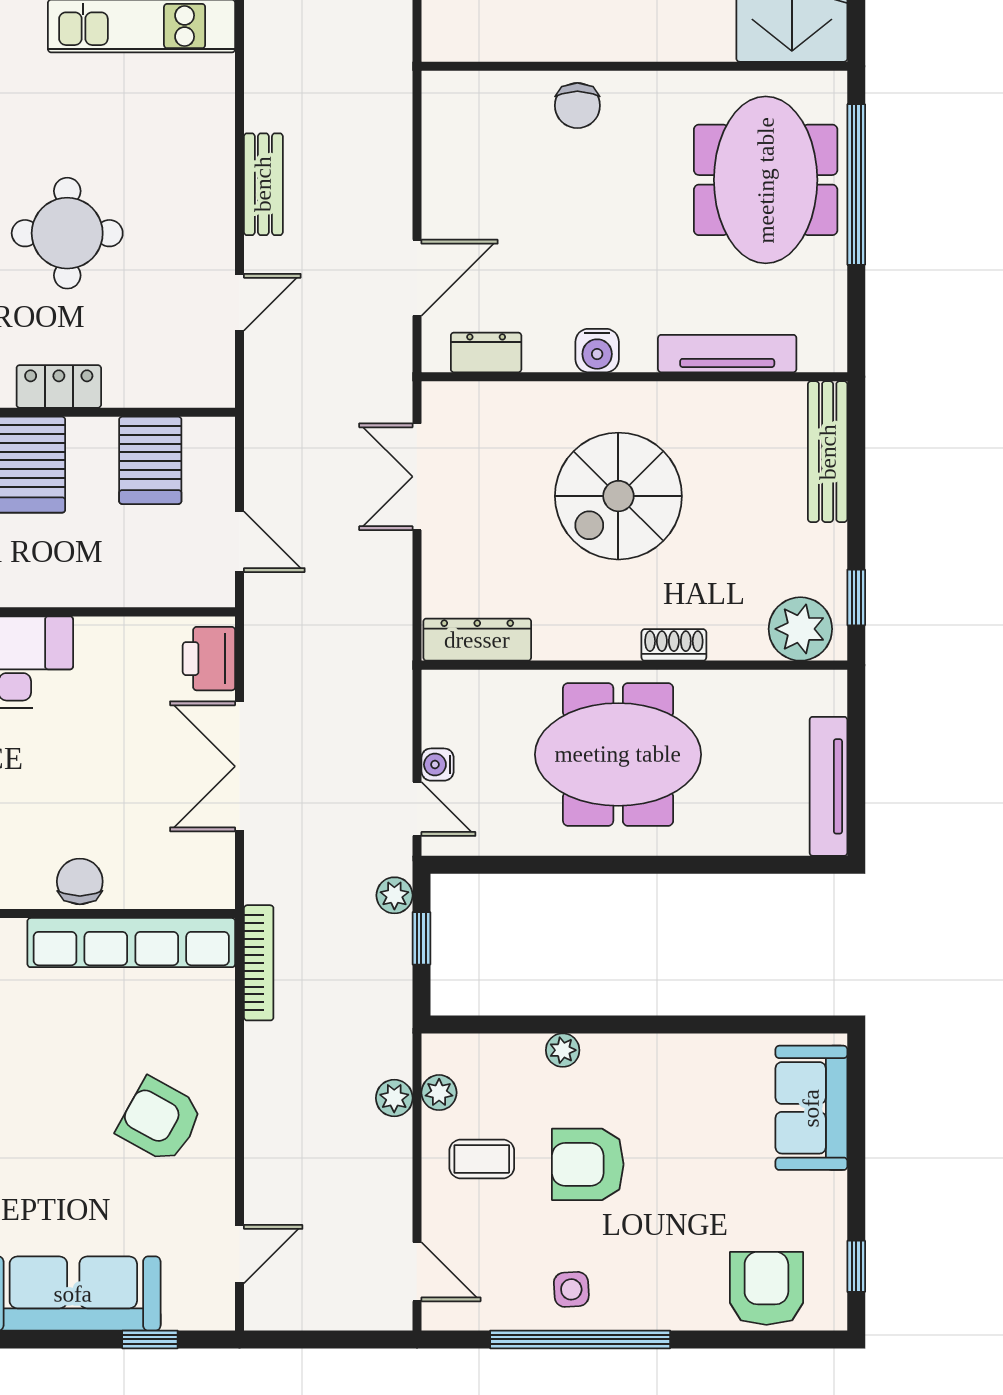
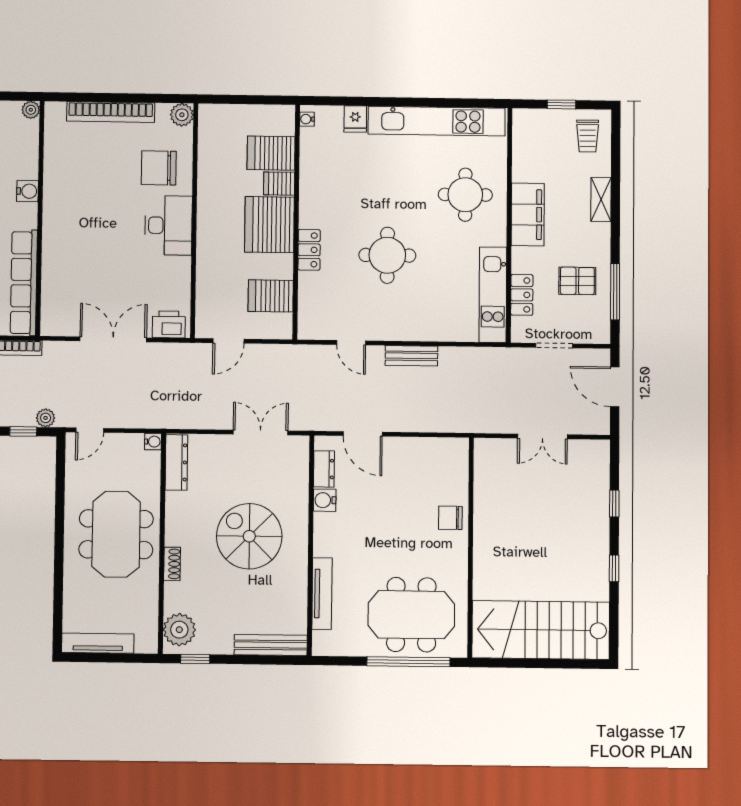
water cooler: (597, 351) -> (325, 500), moved
water cooler: (438, 765) -> (153, 442), moved, turned 90
chair: (80, 881) -> (56, 257), removed

